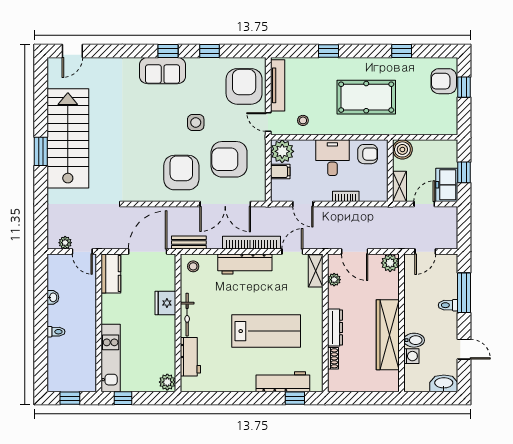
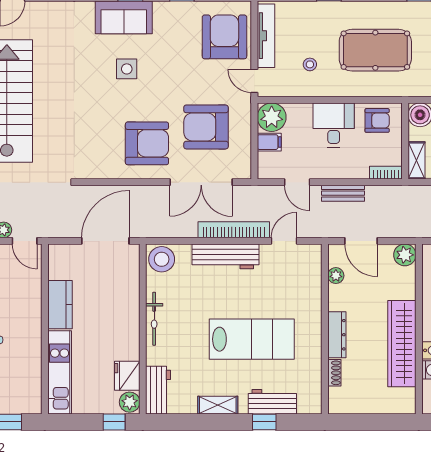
stool: (303, 120) -> (310, 64), moved
side table: (196, 122) -> (127, 69), moved
armchair: (181, 173) -> (147, 143), turned 90
bookcase: (346, 196) -> (386, 173), moved
bench: (189, 243) -> (343, 193), moved
stool: (193, 266) -> (162, 259), width x1.89, depth x1.89
shelving: (316, 271) -> (218, 405), moved, turned 90
kitchen counter: (111, 274) -> (60, 305), moved
fridge: (165, 303) -> (127, 376), moved
workbench: (190, 357) -> (158, 390), moved
workbench: (283, 382) -> (272, 402), width x0.73
window: (123, 398) -> (114, 422), moved
window: (295, 398) -> (264, 422), moved

